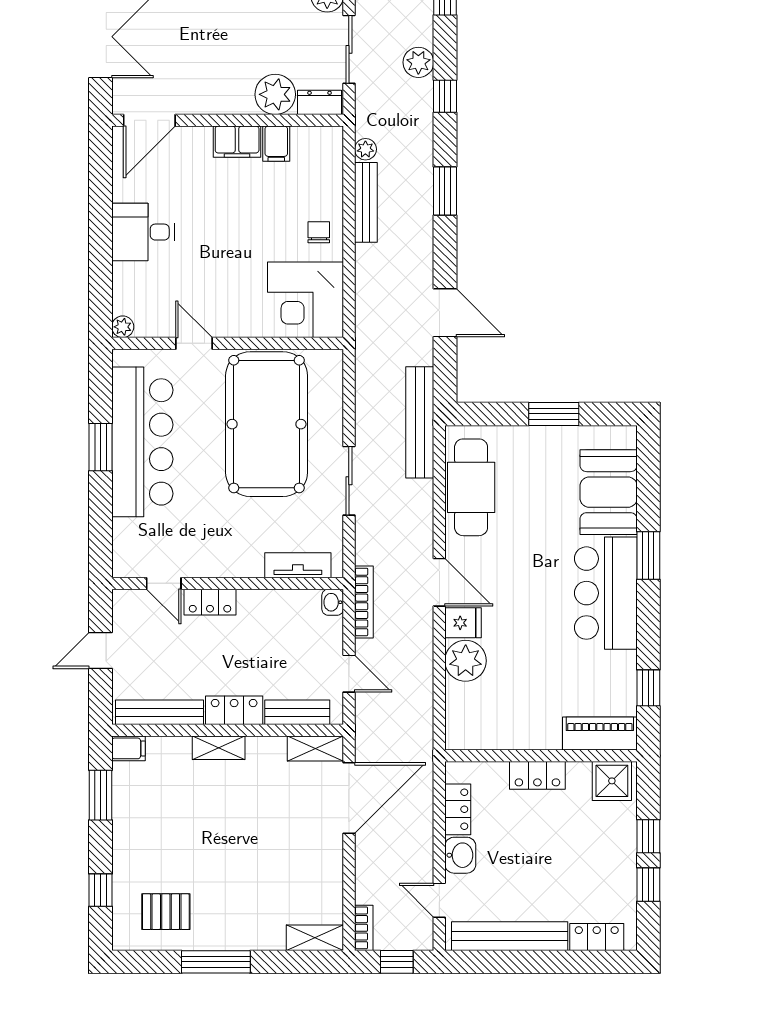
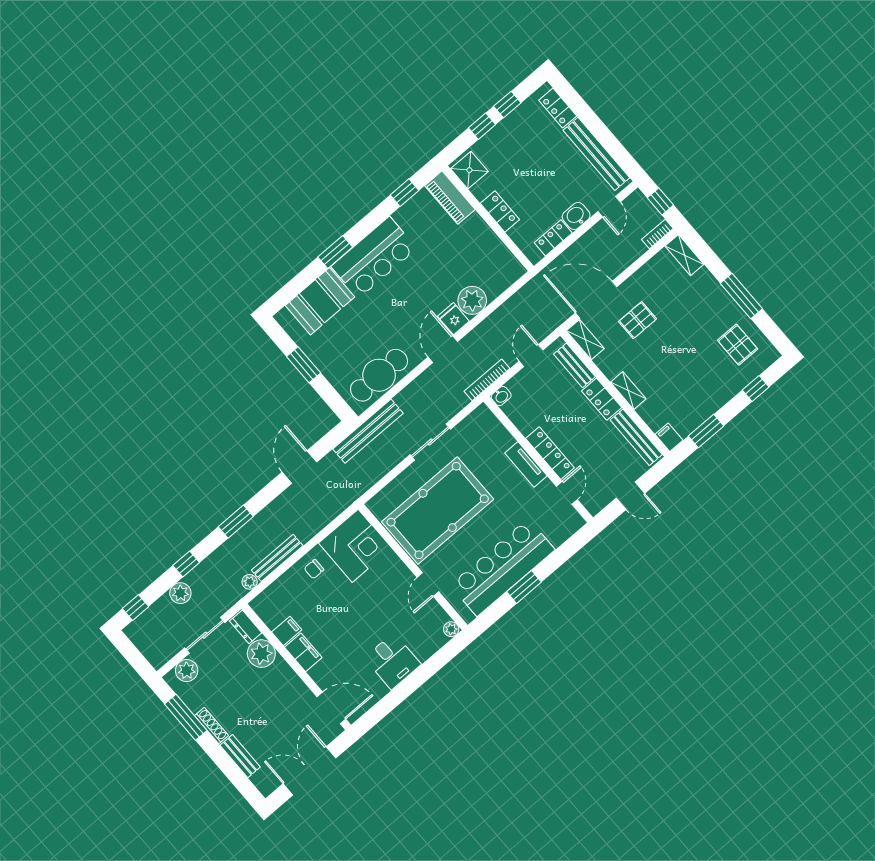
tv unit: (298, 565) -> (526, 464), moved
locker: (210, 602) -> (550, 453), width x1.53
pallet: (287, 824) -> (638, 320), added

